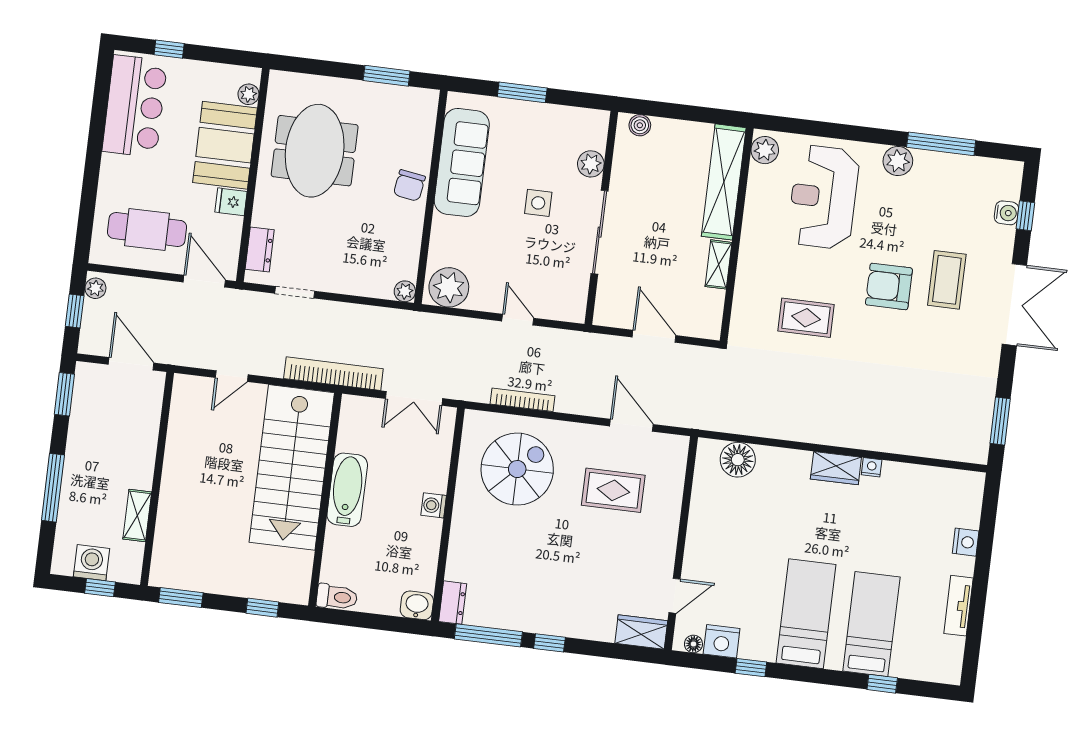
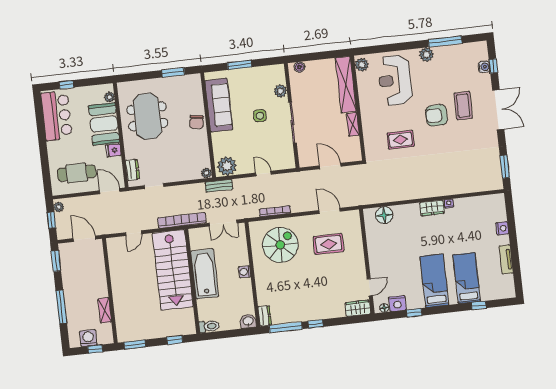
bench: (424, 322) -> (219, 186), added
bathtub: (347, 490) -> (205, 274), width x1.36, depth x1.36

